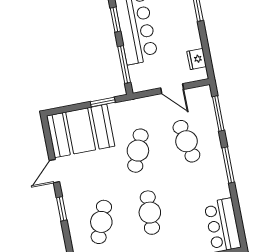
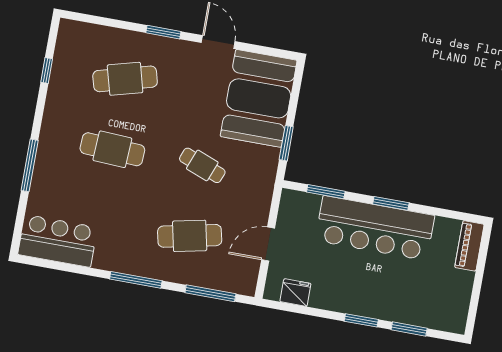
window: (124, 64) -> (326, 192), width x0.69
cafe table: (138, 151) -> (202, 165), width x0.73, depth x0.74
cafe table: (101, 222) -> (125, 79), turned -36

